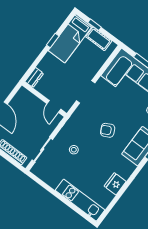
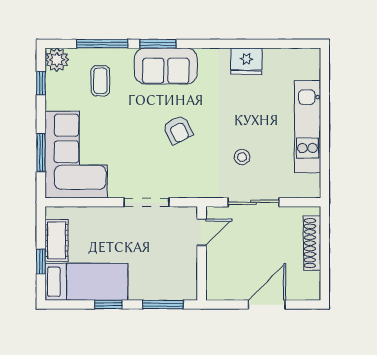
window: (34, 65) -> (163, 305), added
dresser: (34, 78) -> (181, 291), removed
sliding door: (42, 150) -> (254, 202), moved
kitchen unit: (80, 200) -> (308, 127), moved

